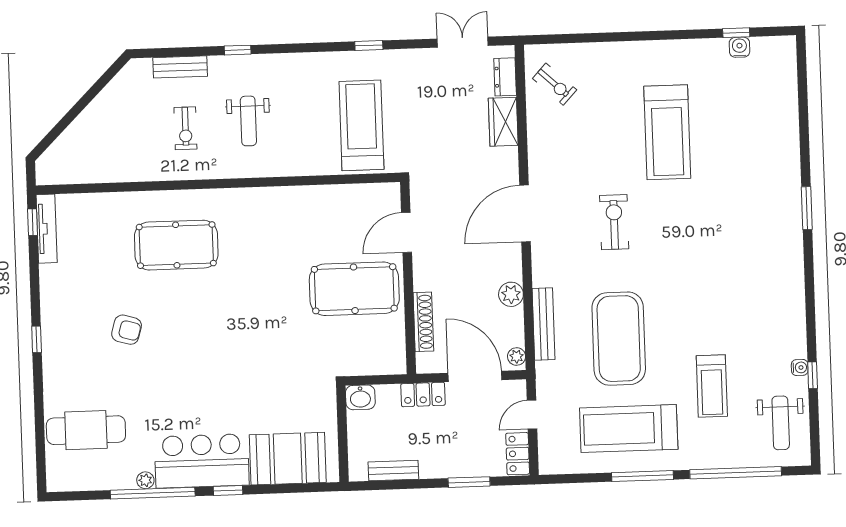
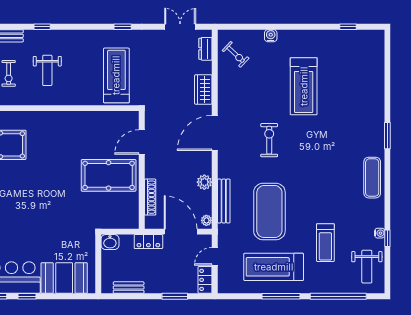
water cooler: (739, 47) -> (271, 36), moved
wardrobe: (503, 122) -> (203, 90), moved
exercise mat: (784, 277) -> (372, 178), added

